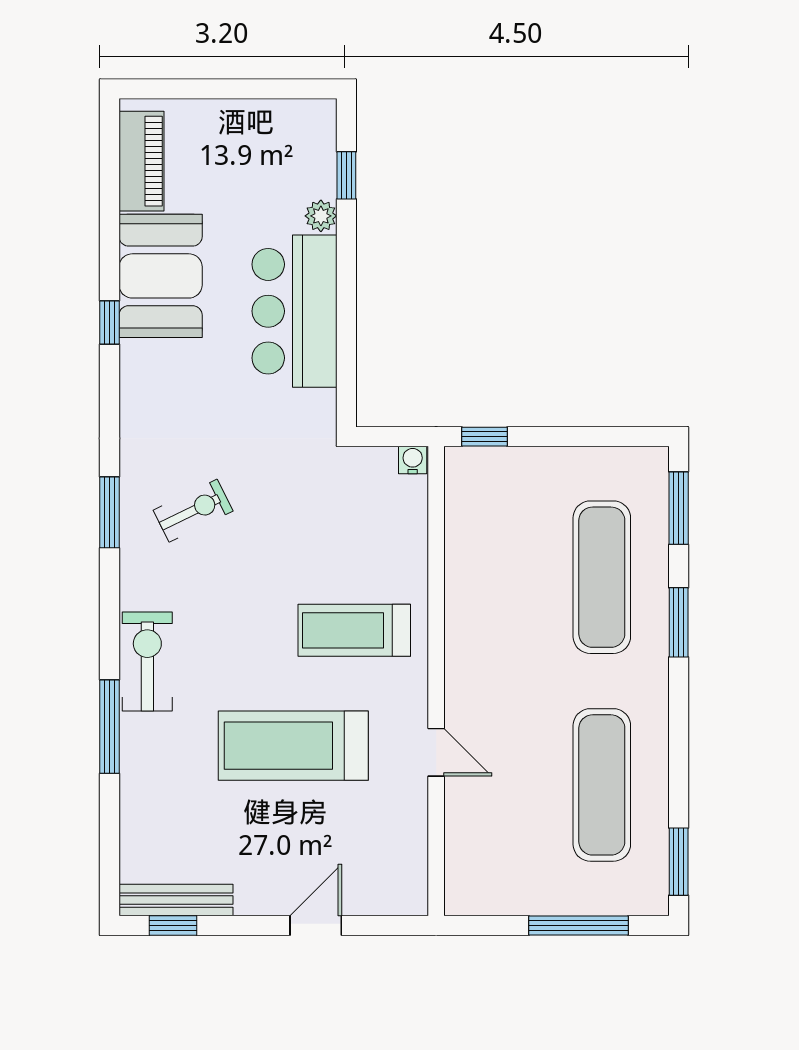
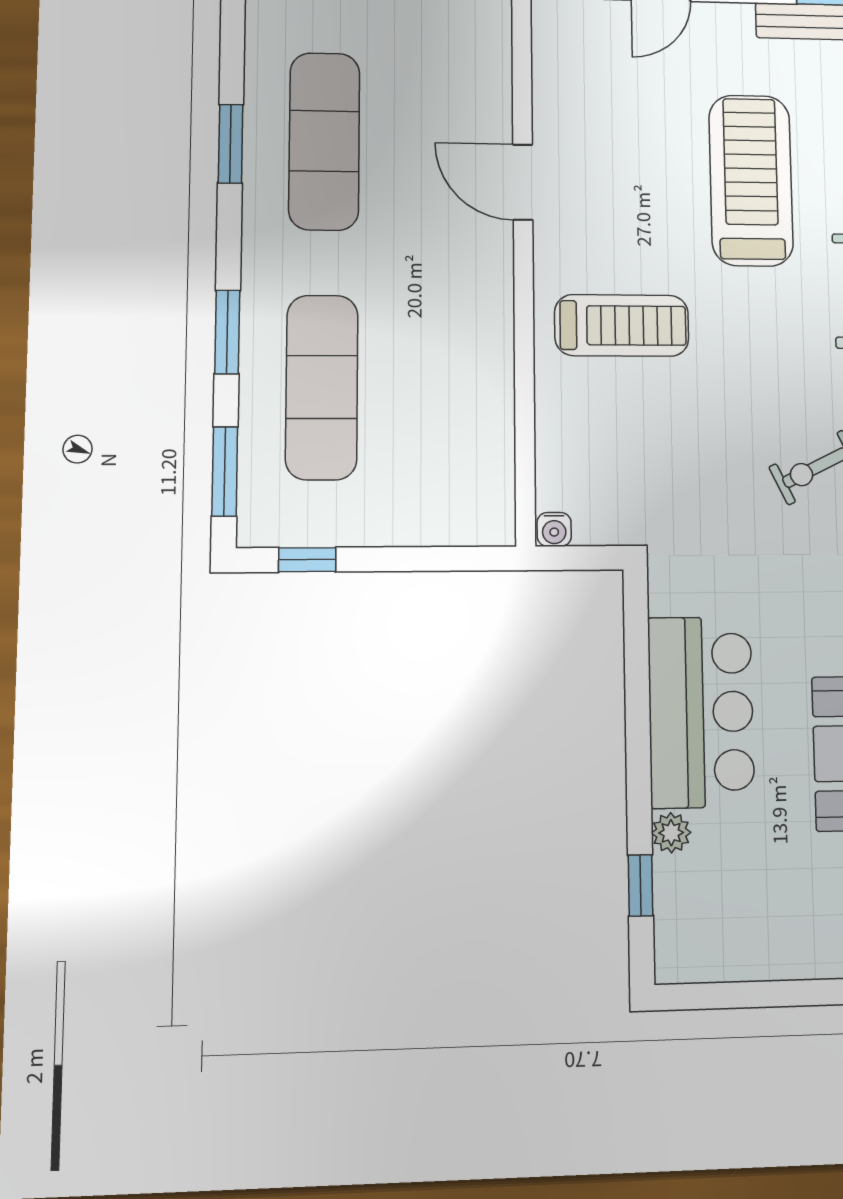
window: (485, 437) -> (307, 560), moved
treadmill: (293, 746) -> (751, 180), moved, turned -90
door: (436, 752) -> (523, 182), width x1.38
window: (679, 862) -> (231, 144), moved

